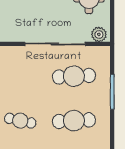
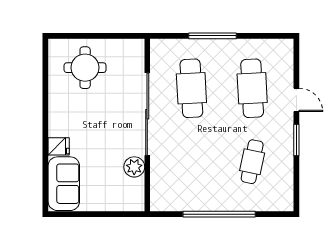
plant: (99, 34) -> (134, 167), moved

